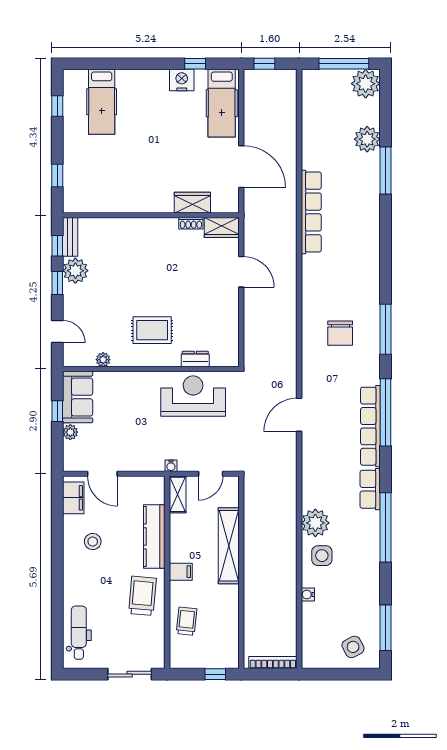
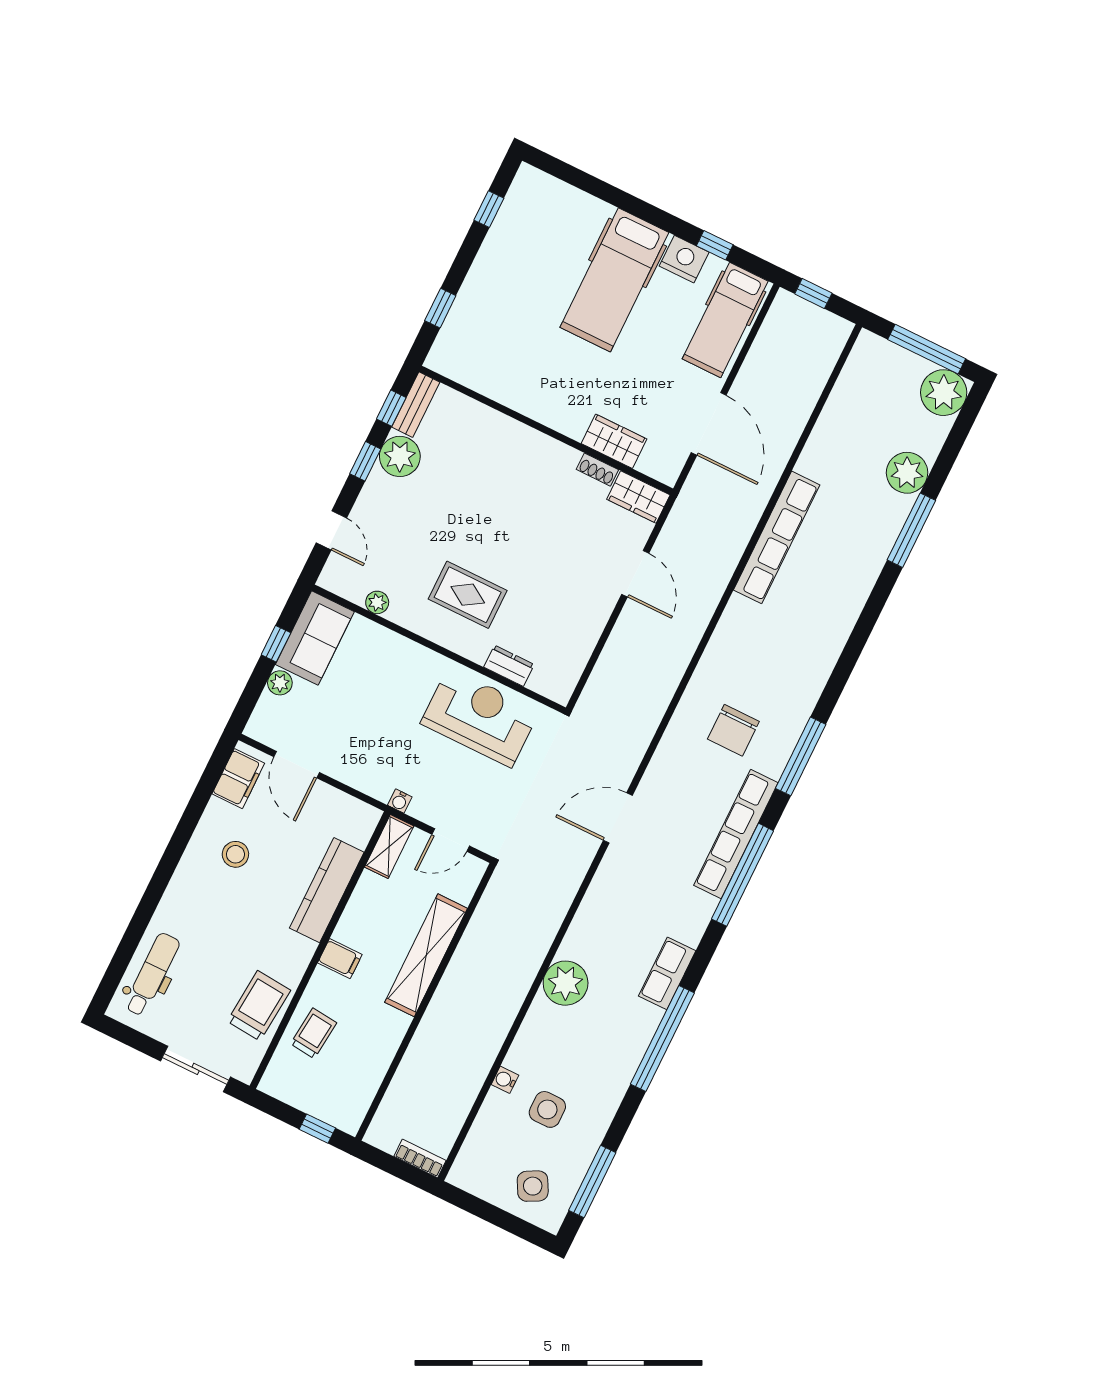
hospital bed: (102, 102) -> (614, 280), moved, width x1.37, depth x1.29
row of seats: (370, 426) -> (736, 834), moved
side table: (322, 556) -> (547, 1109), moved
trolley: (142, 596) -> (259, 1006), moved
bookcase: (273, 663) -> (420, 1158), width x0.64

